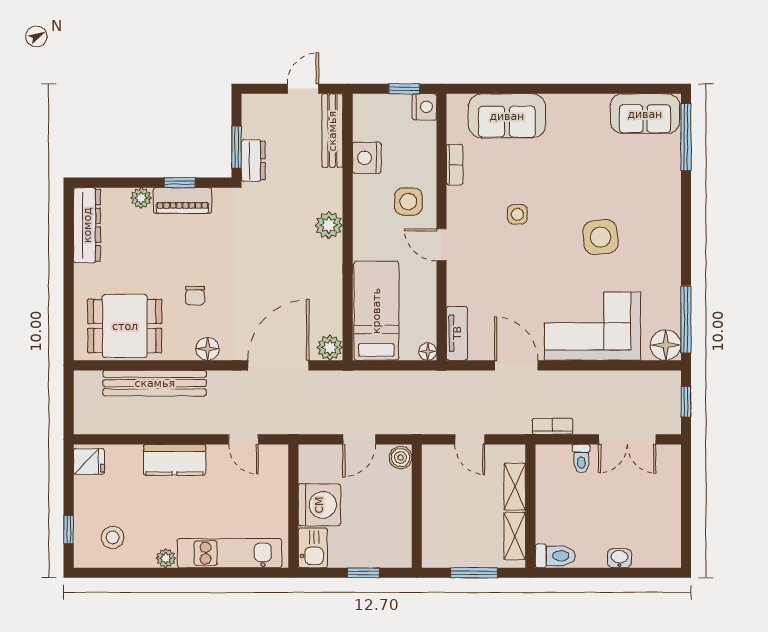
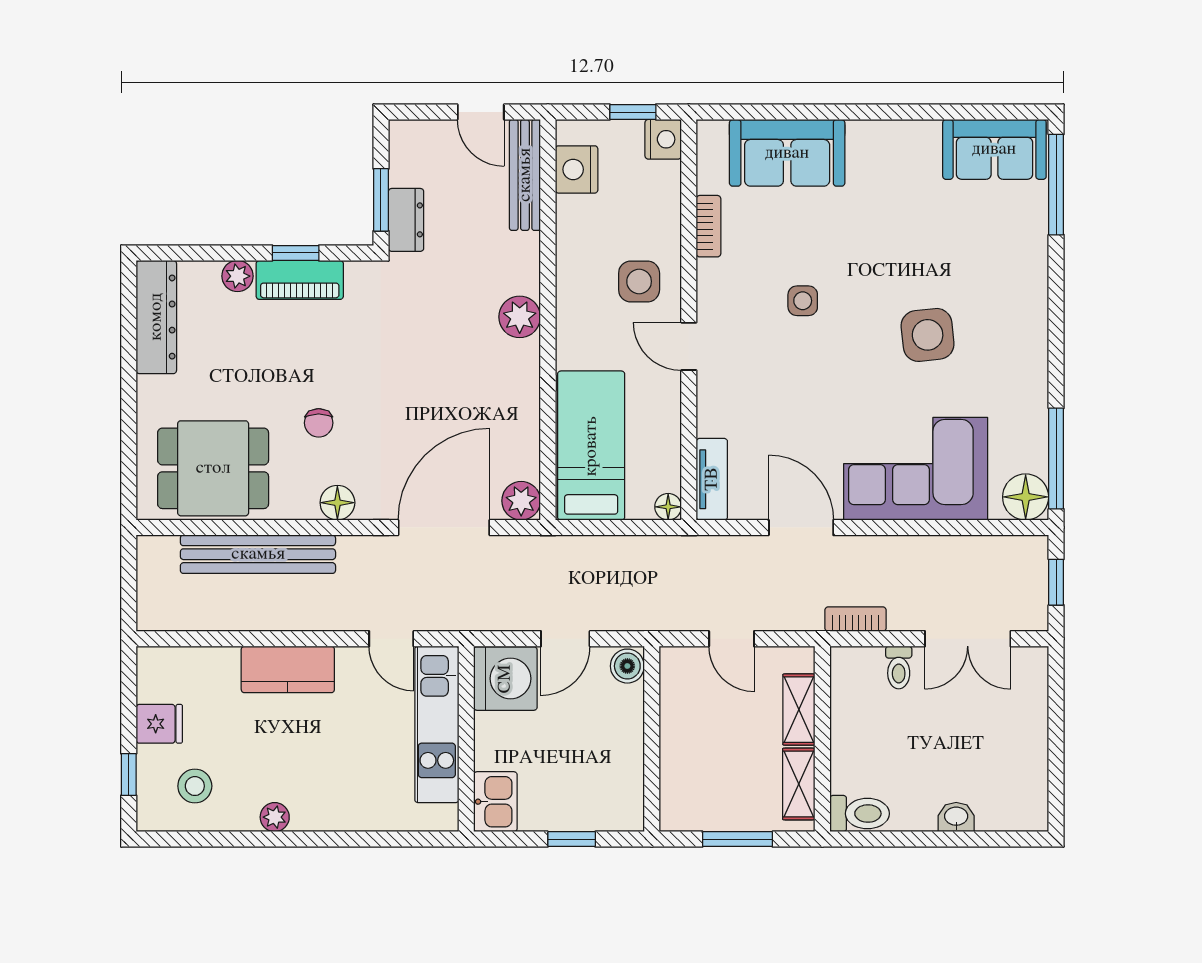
door: (303, 89) -> (481, 112), swing flipped
nightstand: (367, 158) -> (577, 169), moved
fridge: (89, 461) -> (159, 724), moved
washing machine: (319, 505) -> (505, 679), moved
kitchen unit: (229, 553) -> (437, 724), moved, turned -90

